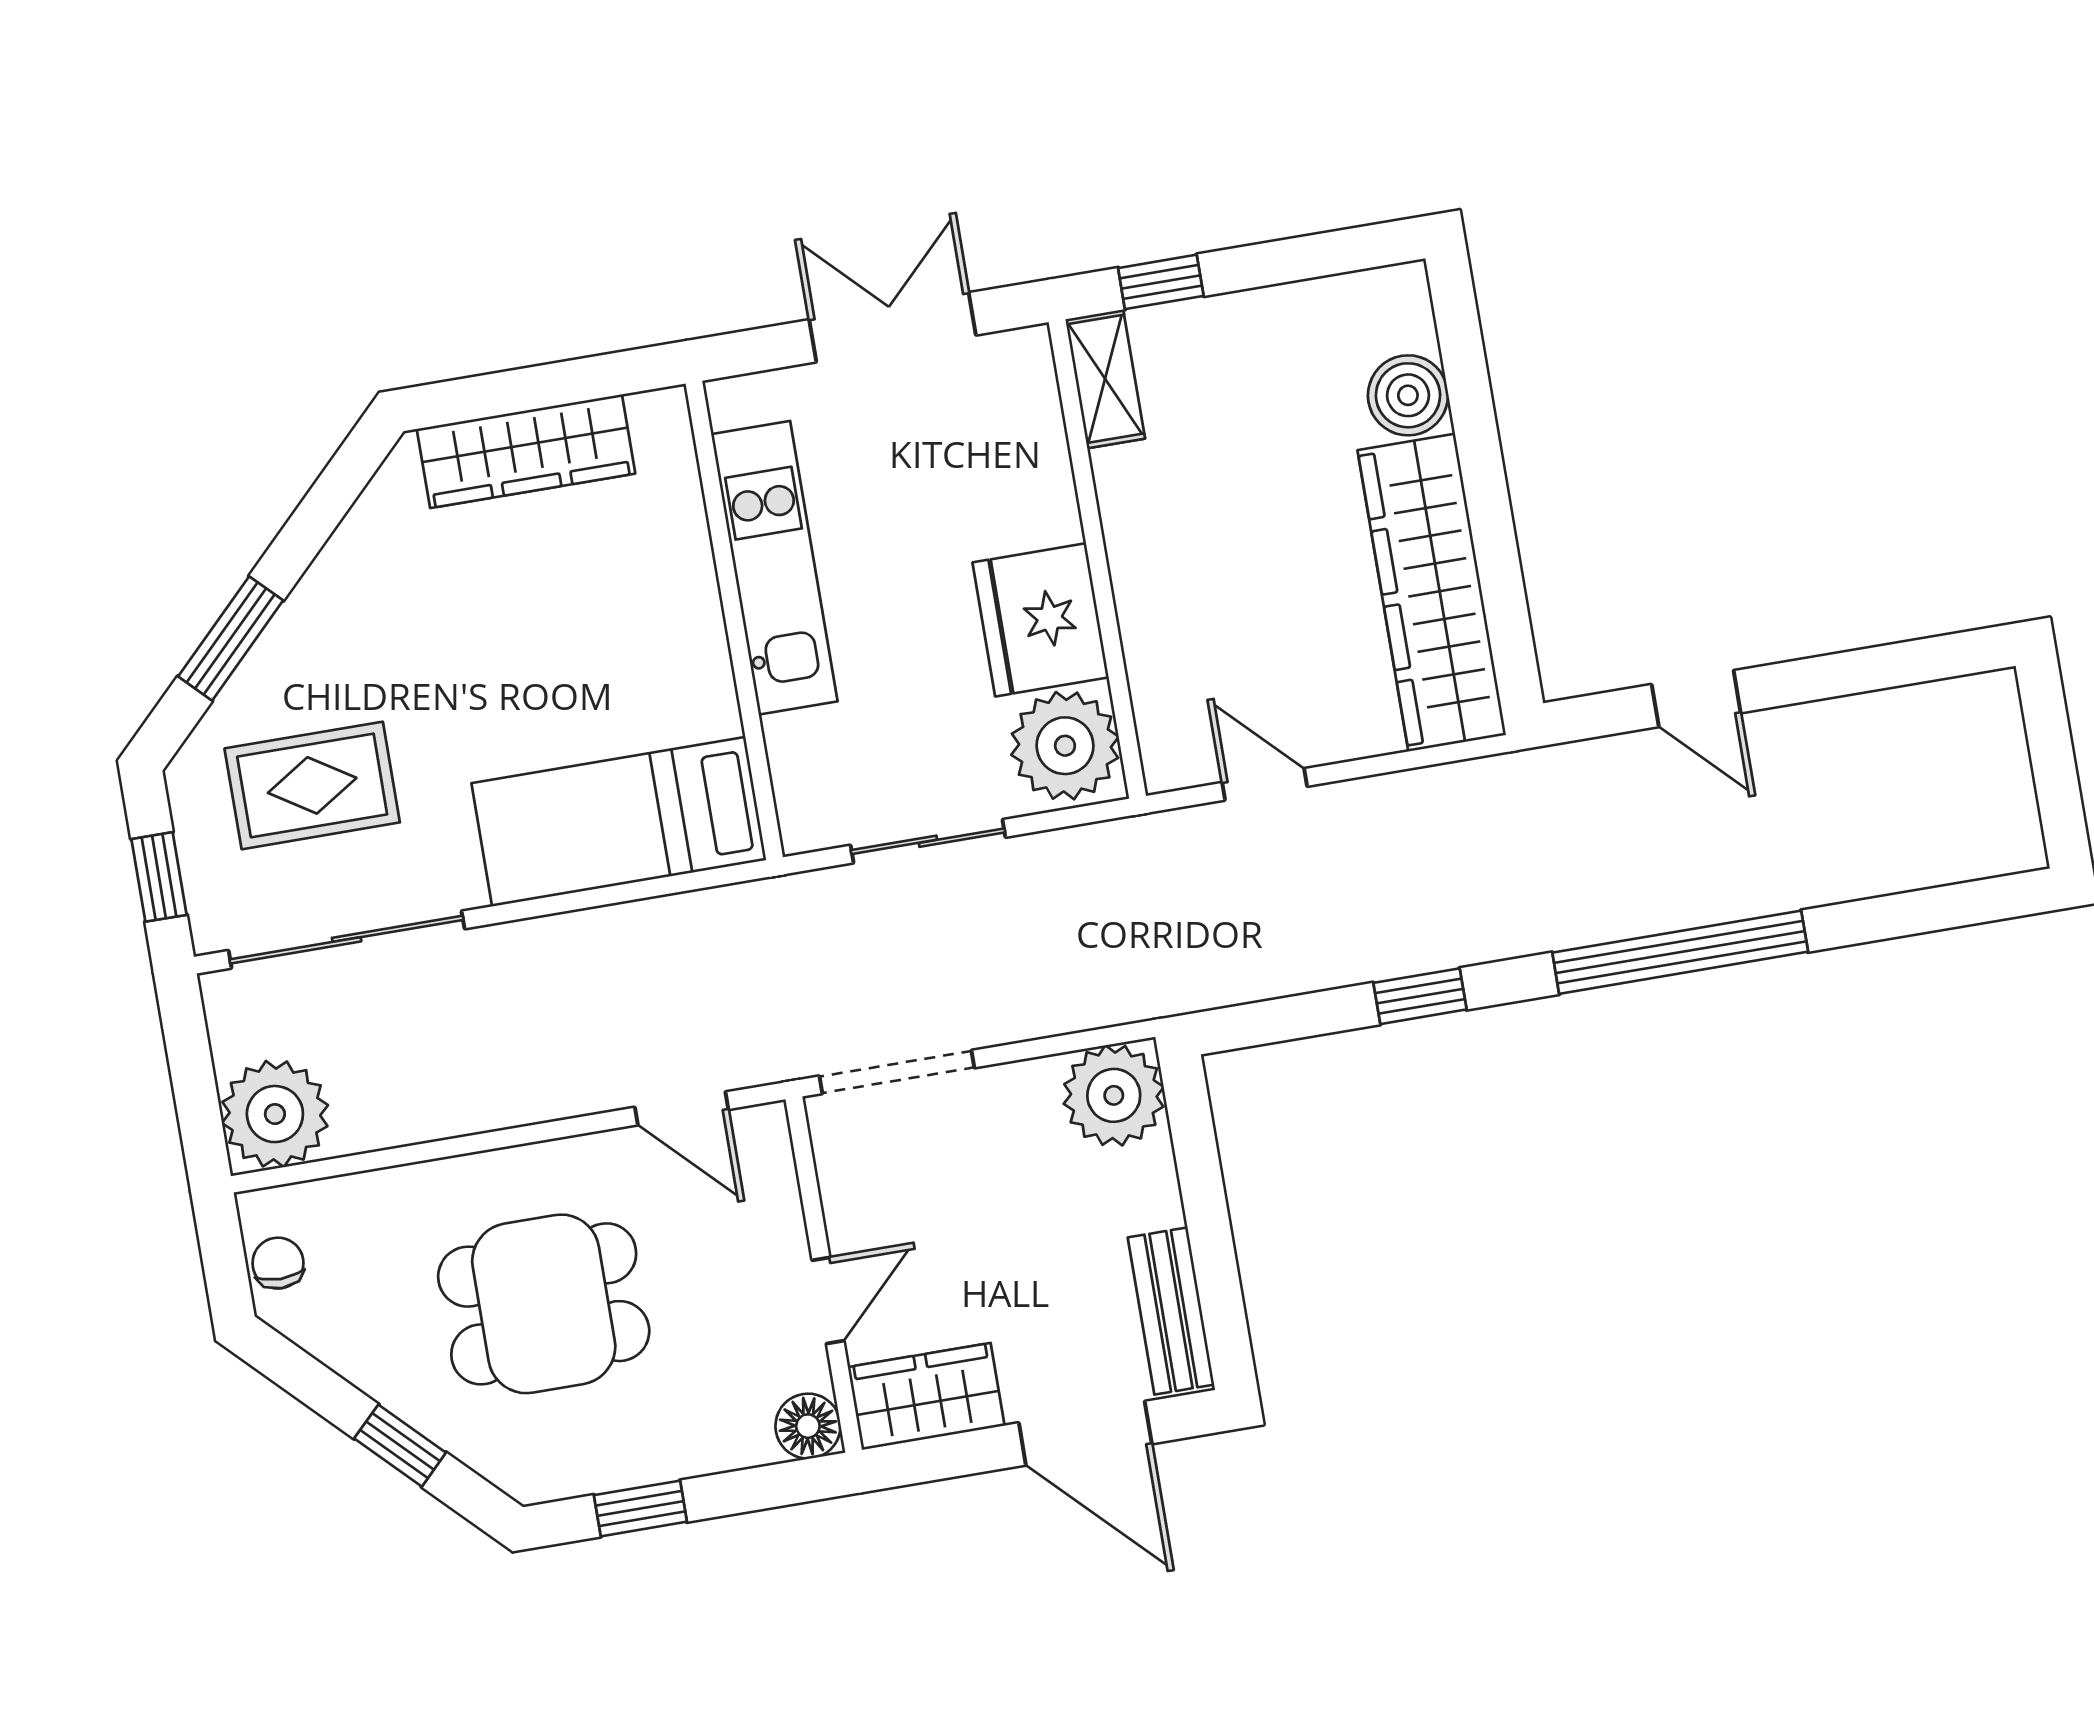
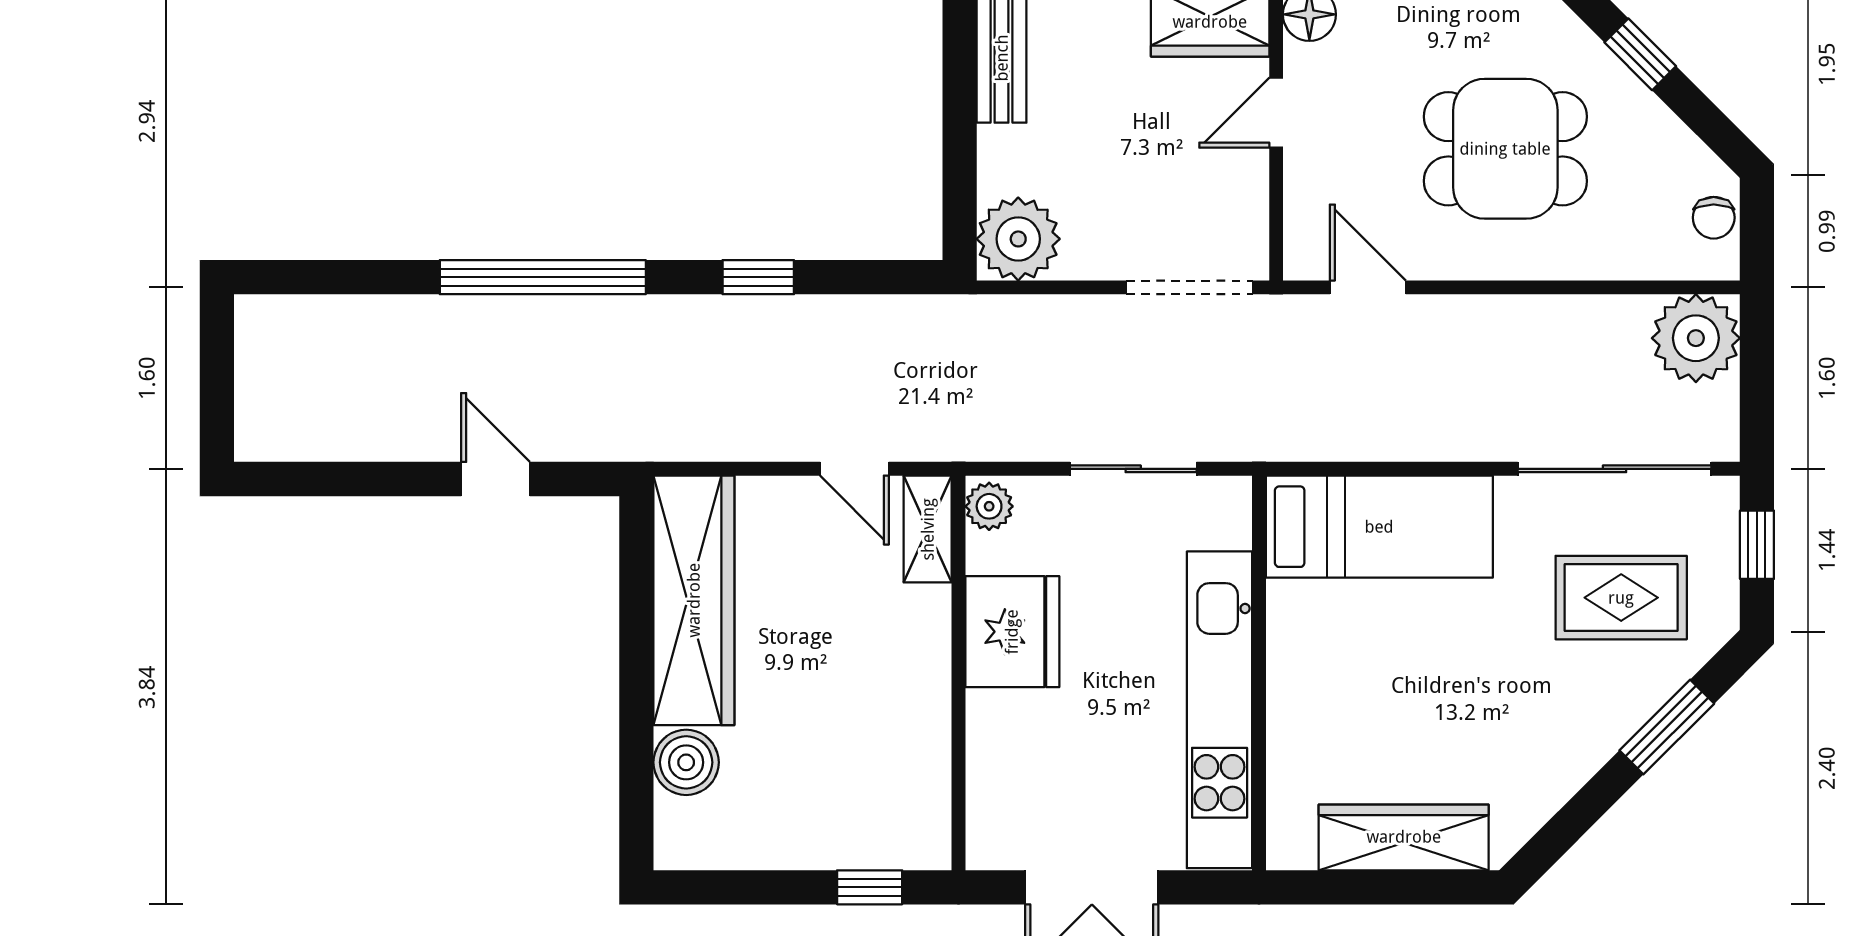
shelving: (1105, 379) -> (928, 529), moved
kitchen unit: (774, 568) -> (1220, 710), width x1.36
plant: (1065, 746) -> (989, 506), width x0.53, depth x0.53

